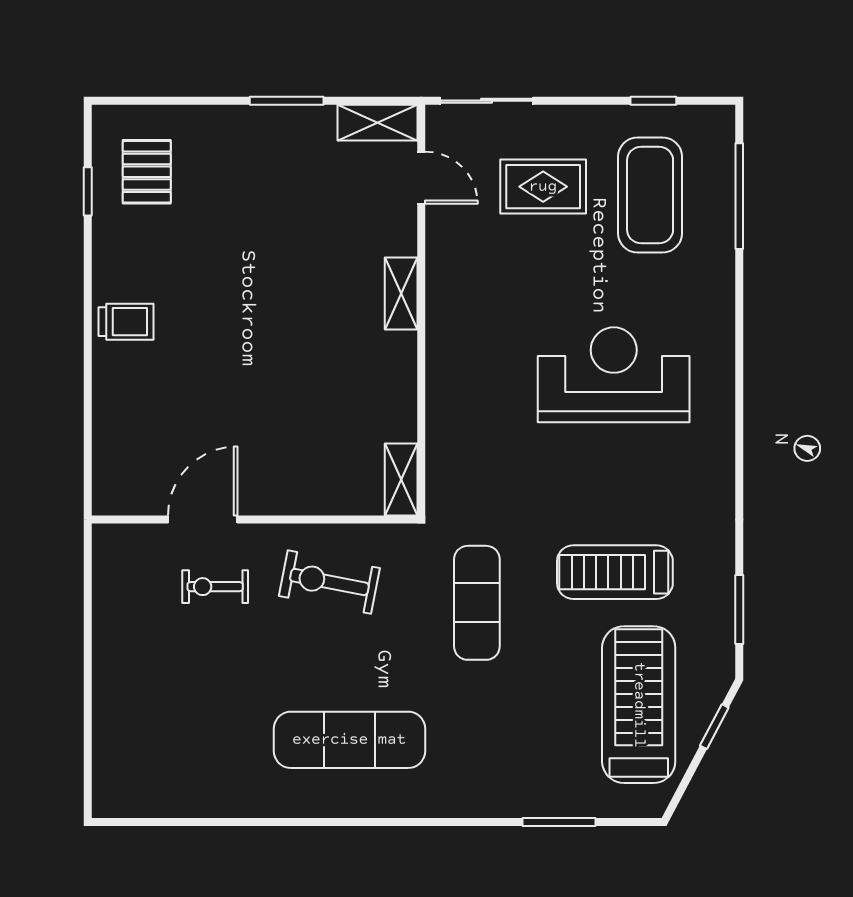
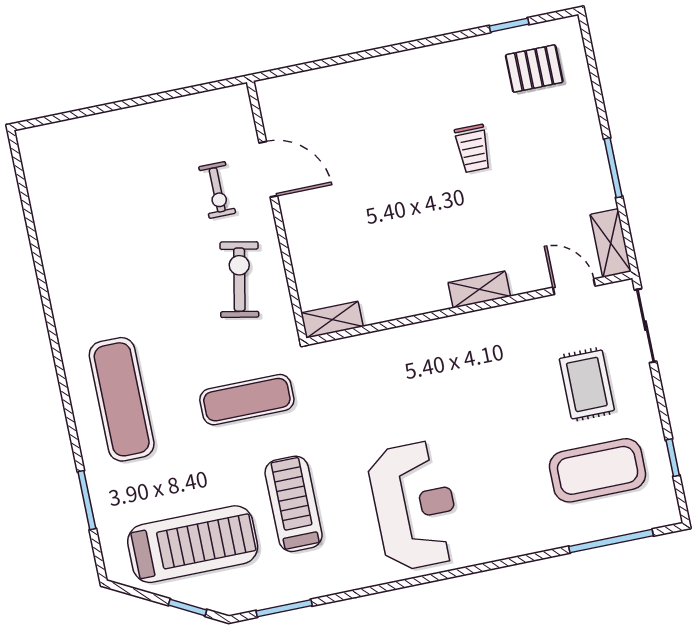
door: (421, 178) -> (574, 287), swing flipped
trolley: (126, 322) -> (473, 148), moved
reception desk: (614, 375) -> (415, 506), moved
exercise bike: (215, 587) -> (217, 190), turned 180
exercise mat: (349, 740) -> (122, 399), moved

